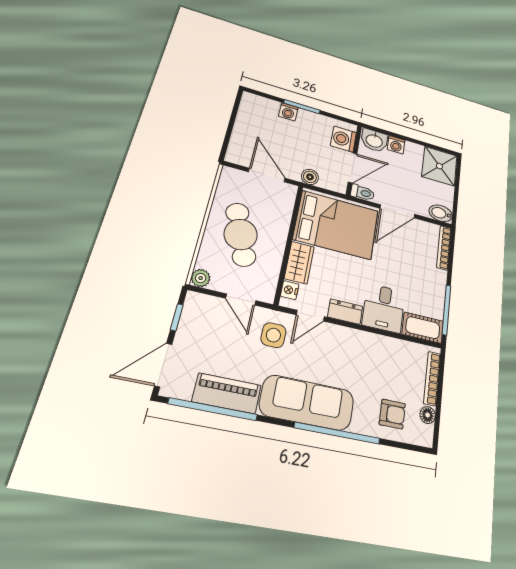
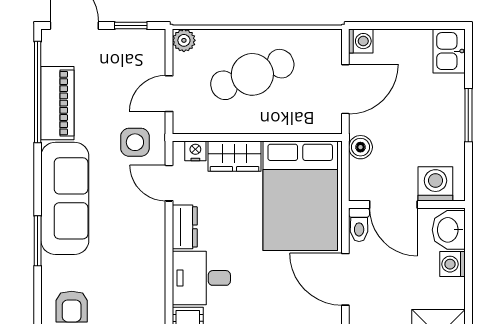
kitchen sink: (256, 104) -> (449, 51), added
washing machine: (288, 112) -> (361, 41), moved, turned 180
window: (337, 433) -> (38, 241), width x0.47

